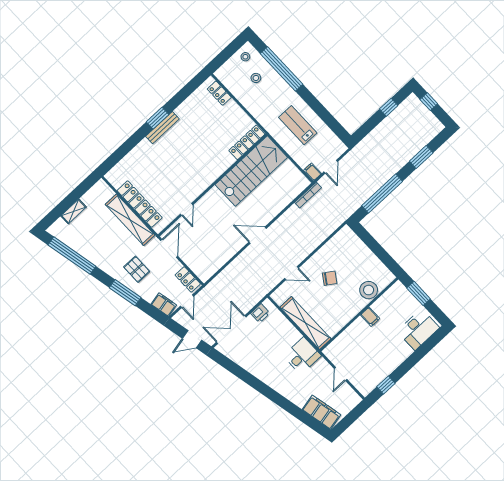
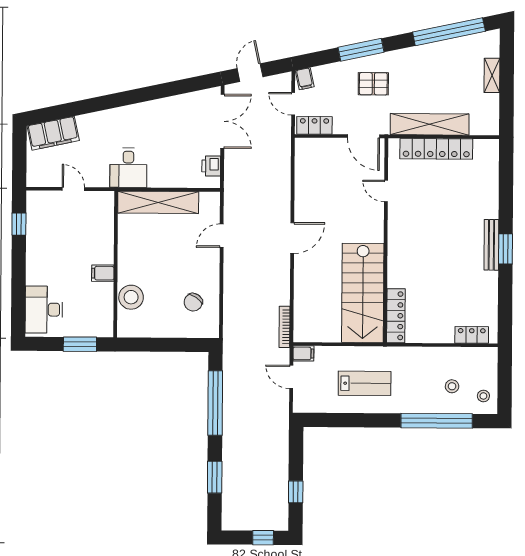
chair: (330, 278) -> (193, 302), moved
filing cabinet: (164, 305) -> (305, 79), width x0.50

